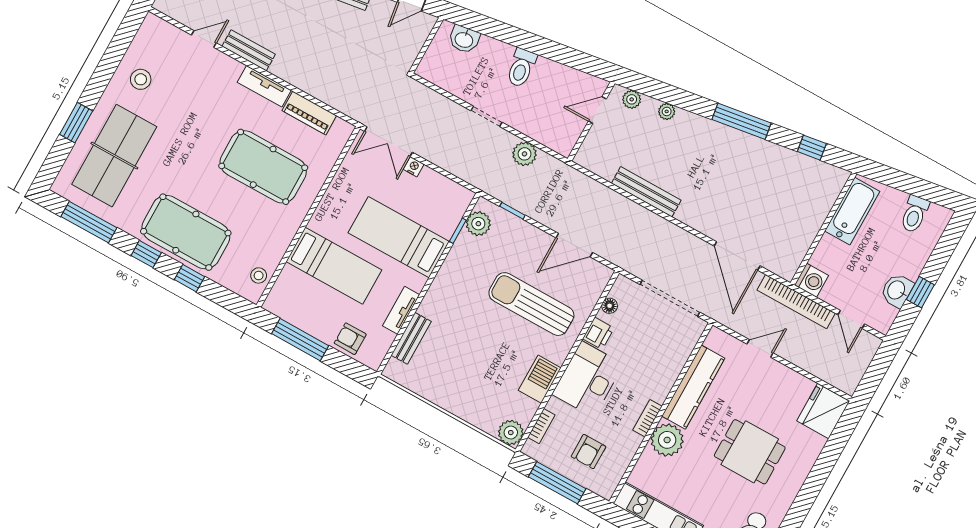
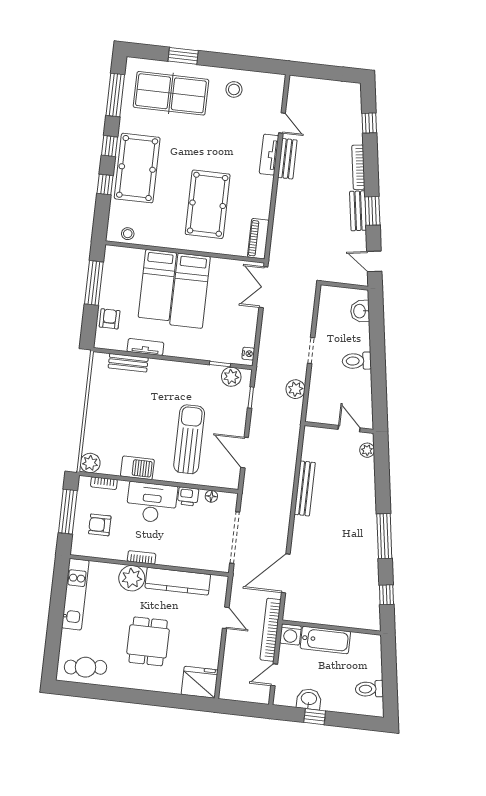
tv unit: (264, 86) -> (269, 155), moved
plant: (667, 111) -> (369, 479), removed
piano: (309, 113) -> (258, 239), moved
nightstand: (414, 167) -> (248, 354), moved
bathtub: (852, 211) -> (325, 640), moved
bed: (399, 237) -> (190, 291), moved, turned 180

